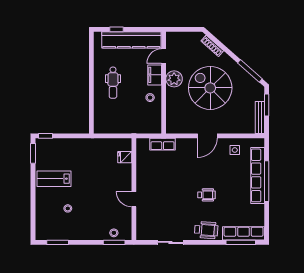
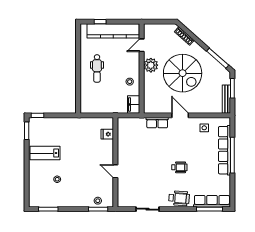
filing cabinet: (155, 75) -> (134, 104), moved
spiral stairs: (210, 88) -> (183, 73), turned 180
door: (207, 136) -> (180, 115), swing flipped
row of seats: (163, 144) -> (157, 123), moved

